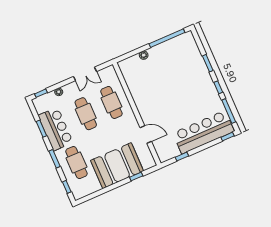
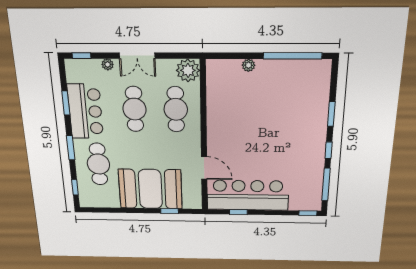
double door: (85, 74) -> (137, 56), moved
plant: (109, 74) -> (188, 70), added
bar counter: (203, 132) -> (248, 195), moved

